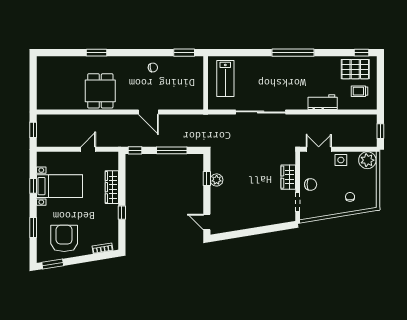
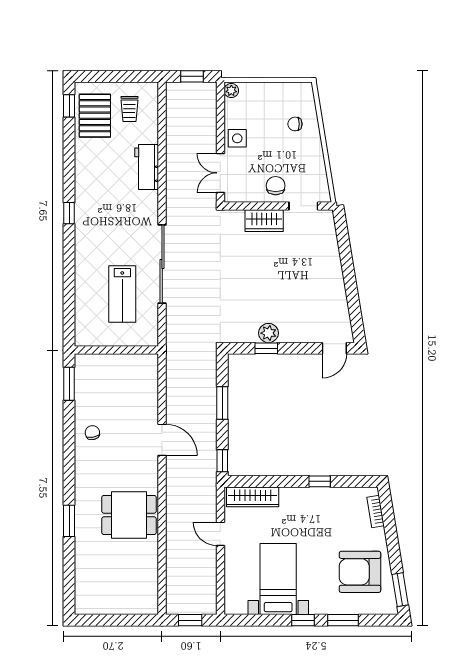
window: (293, 53) -> (69, 213), width x0.32
lab bench: (225, 78) -> (122, 294), moved, turned 90
door: (148, 112) -> (162, 440), hinge flipped
window: (172, 150) -> (222, 403), width x0.69
plant: (367, 160) -> (231, 91), width x0.53, depth x0.53
window: (33, 186) -> (303, 620), moved
wardrobe: (112, 187) -> (253, 497), moved

